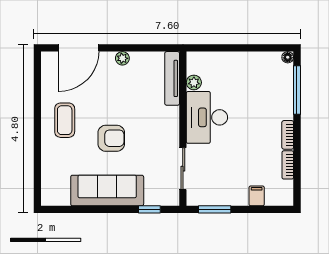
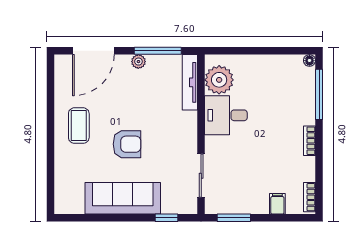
window: (141, 48) -> (158, 51), added
plant: (194, 82) -> (219, 80), width x1.87, depth x1.87
desk: (207, 117) -> (226, 115), width x0.73
bookcase: (288, 165) -> (310, 197), moved

